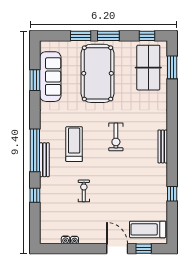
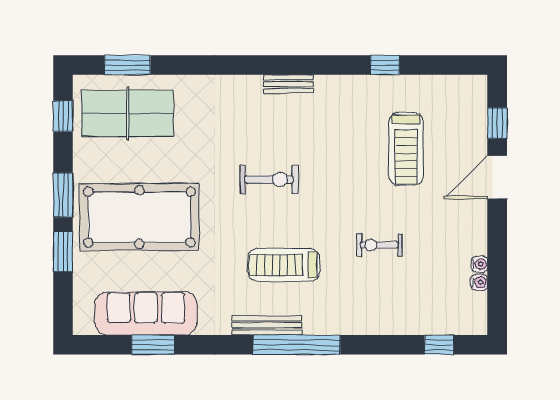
bench: (163, 146) -> (289, 84), width x0.73
bench: (44, 160) -> (267, 325), moved
window: (35, 195) -> (439, 345), moved
treadmill: (148, 229) -> (406, 149), moved

